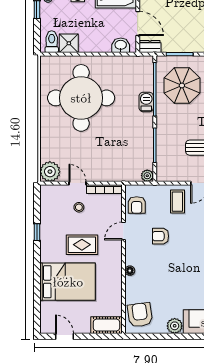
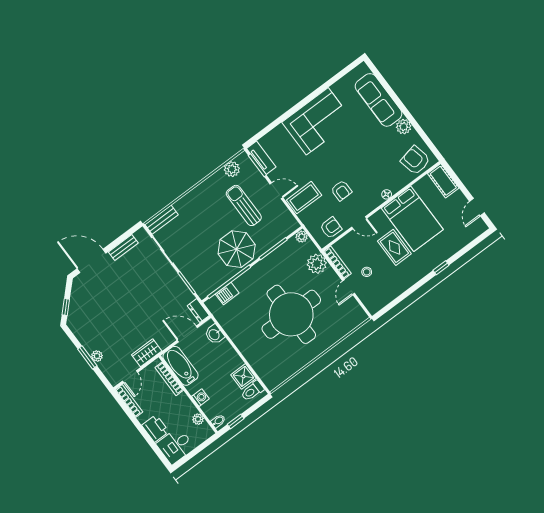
door: (138, 24) -> (187, 334), hinge flipped
parasol: (182, 85) -> (237, 249), moved
round table: (81, 98) -> (291, 314), moved
barbecue: (146, 102) -> (227, 294), moved
plant: (50, 172) -> (317, 264), moved
coffee table: (177, 202) -> (304, 198), width x1.36, depth x1.30
window: (37, 232) -> (441, 268), moved
bed: (68, 282) -> (412, 219), moved, turned 180
armchair: (140, 315) -> (415, 160), turned 86

